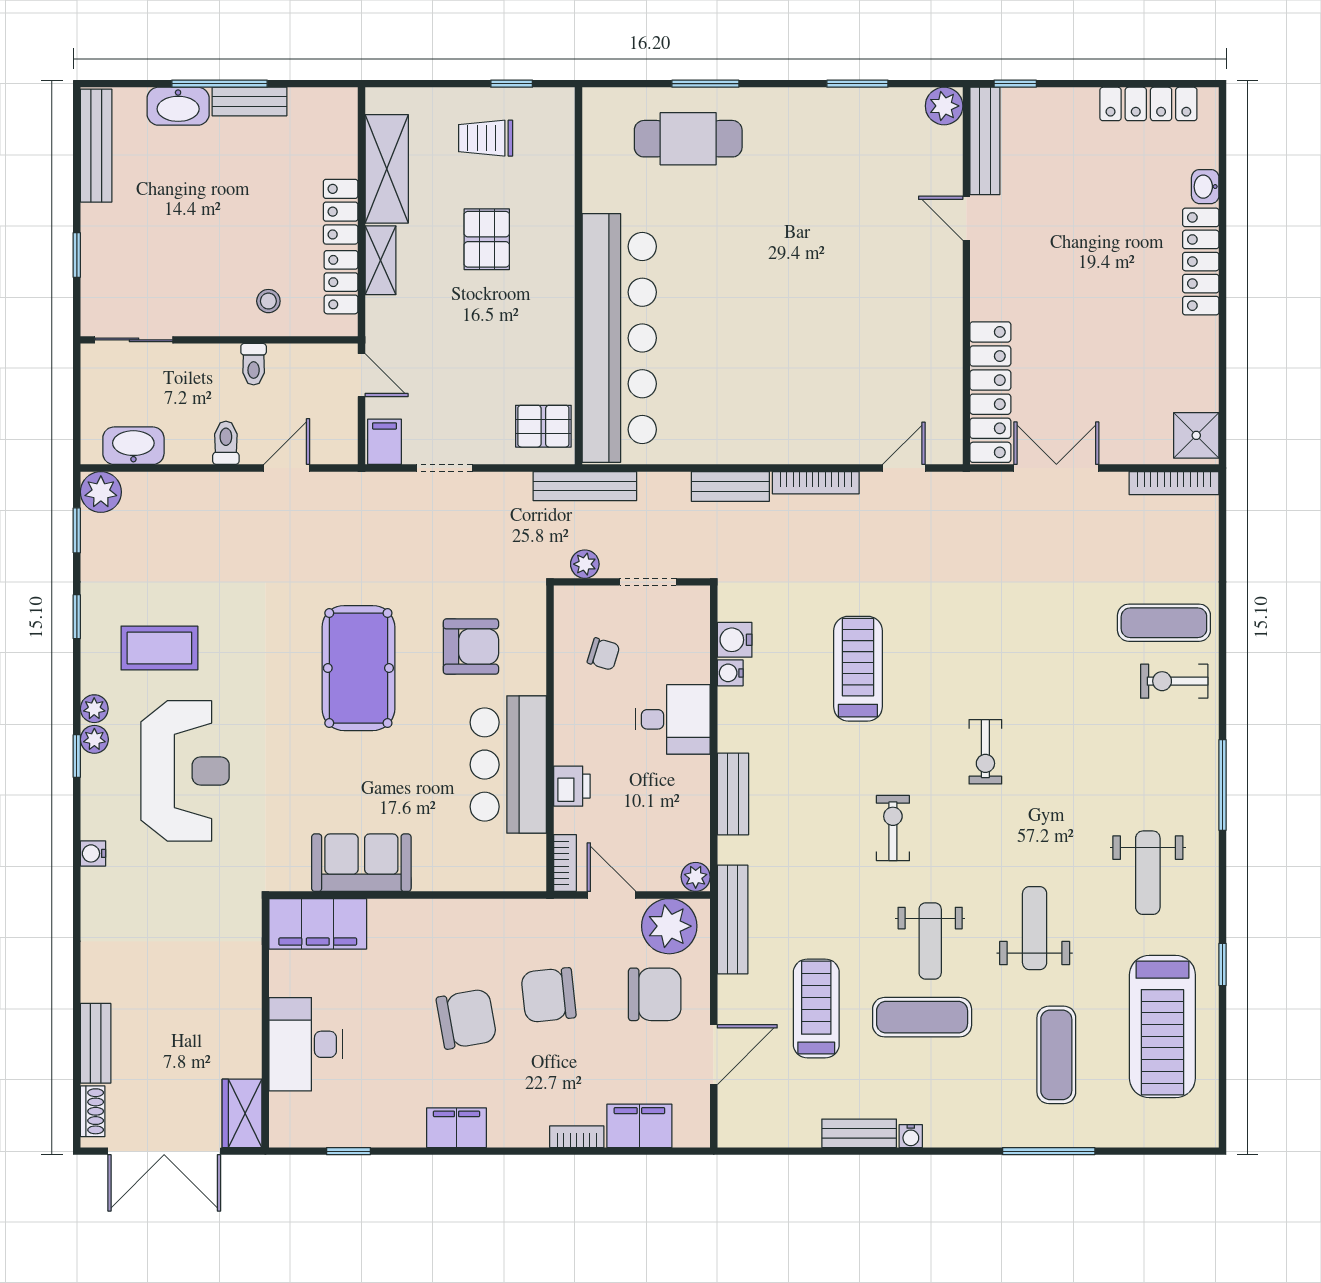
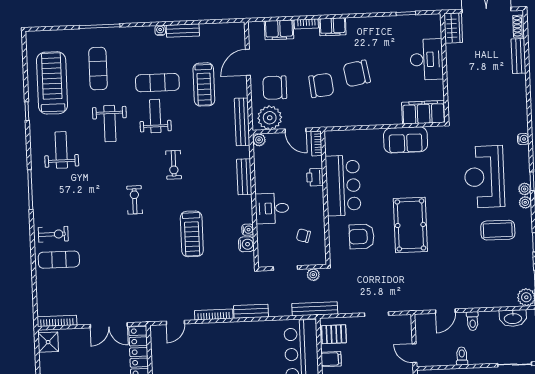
filing cabinet: (384, 442) -> (331, 359), moved, turned -90
filing cabinet: (457, 1128) -> (333, 27), moved

